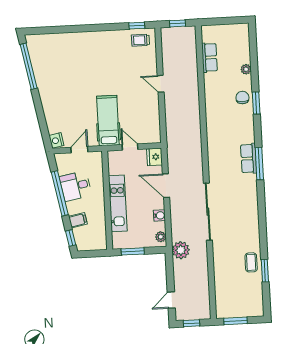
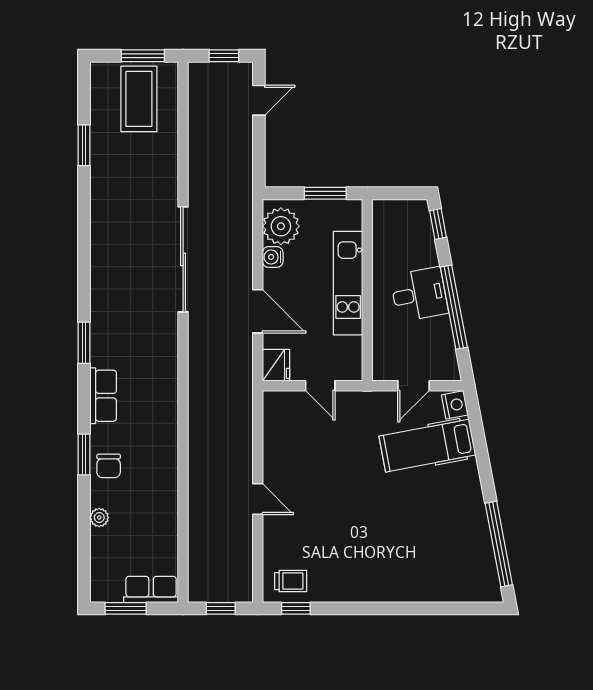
window: (229, 21) -> (126, 608), added
row of seats: (209, 57) -> (151, 589), moved, turned 90
hospital bed: (108, 121) -> (427, 446), moved, turned 79
row of seats: (249, 158) -> (103, 396), moved
window: (259, 164) -> (84, 343), width x0.69
desk: (76, 186) -> (419, 294), moved
filing cabinet: (78, 220) -> (423, 256), removed
plant: (161, 237) -> (281, 226), width x1.88, depth x1.88
plant: (181, 250) -> (237, 191), removed
coffee table: (251, 262) -> (139, 99), moved, width x1.86, depth x1.72

